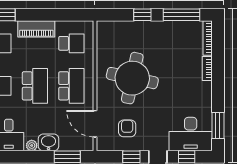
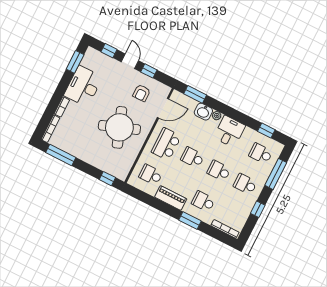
window: (142, 15) -> (107, 179), moved
round table: (132, 78) -> (119, 127), turned -32
school desk: (35, 86) -> (193, 157), width x0.54
door: (95, 124) -> (163, 108), hinge flipped
desk: (191, 134) -> (83, 86), moved, turned -90

